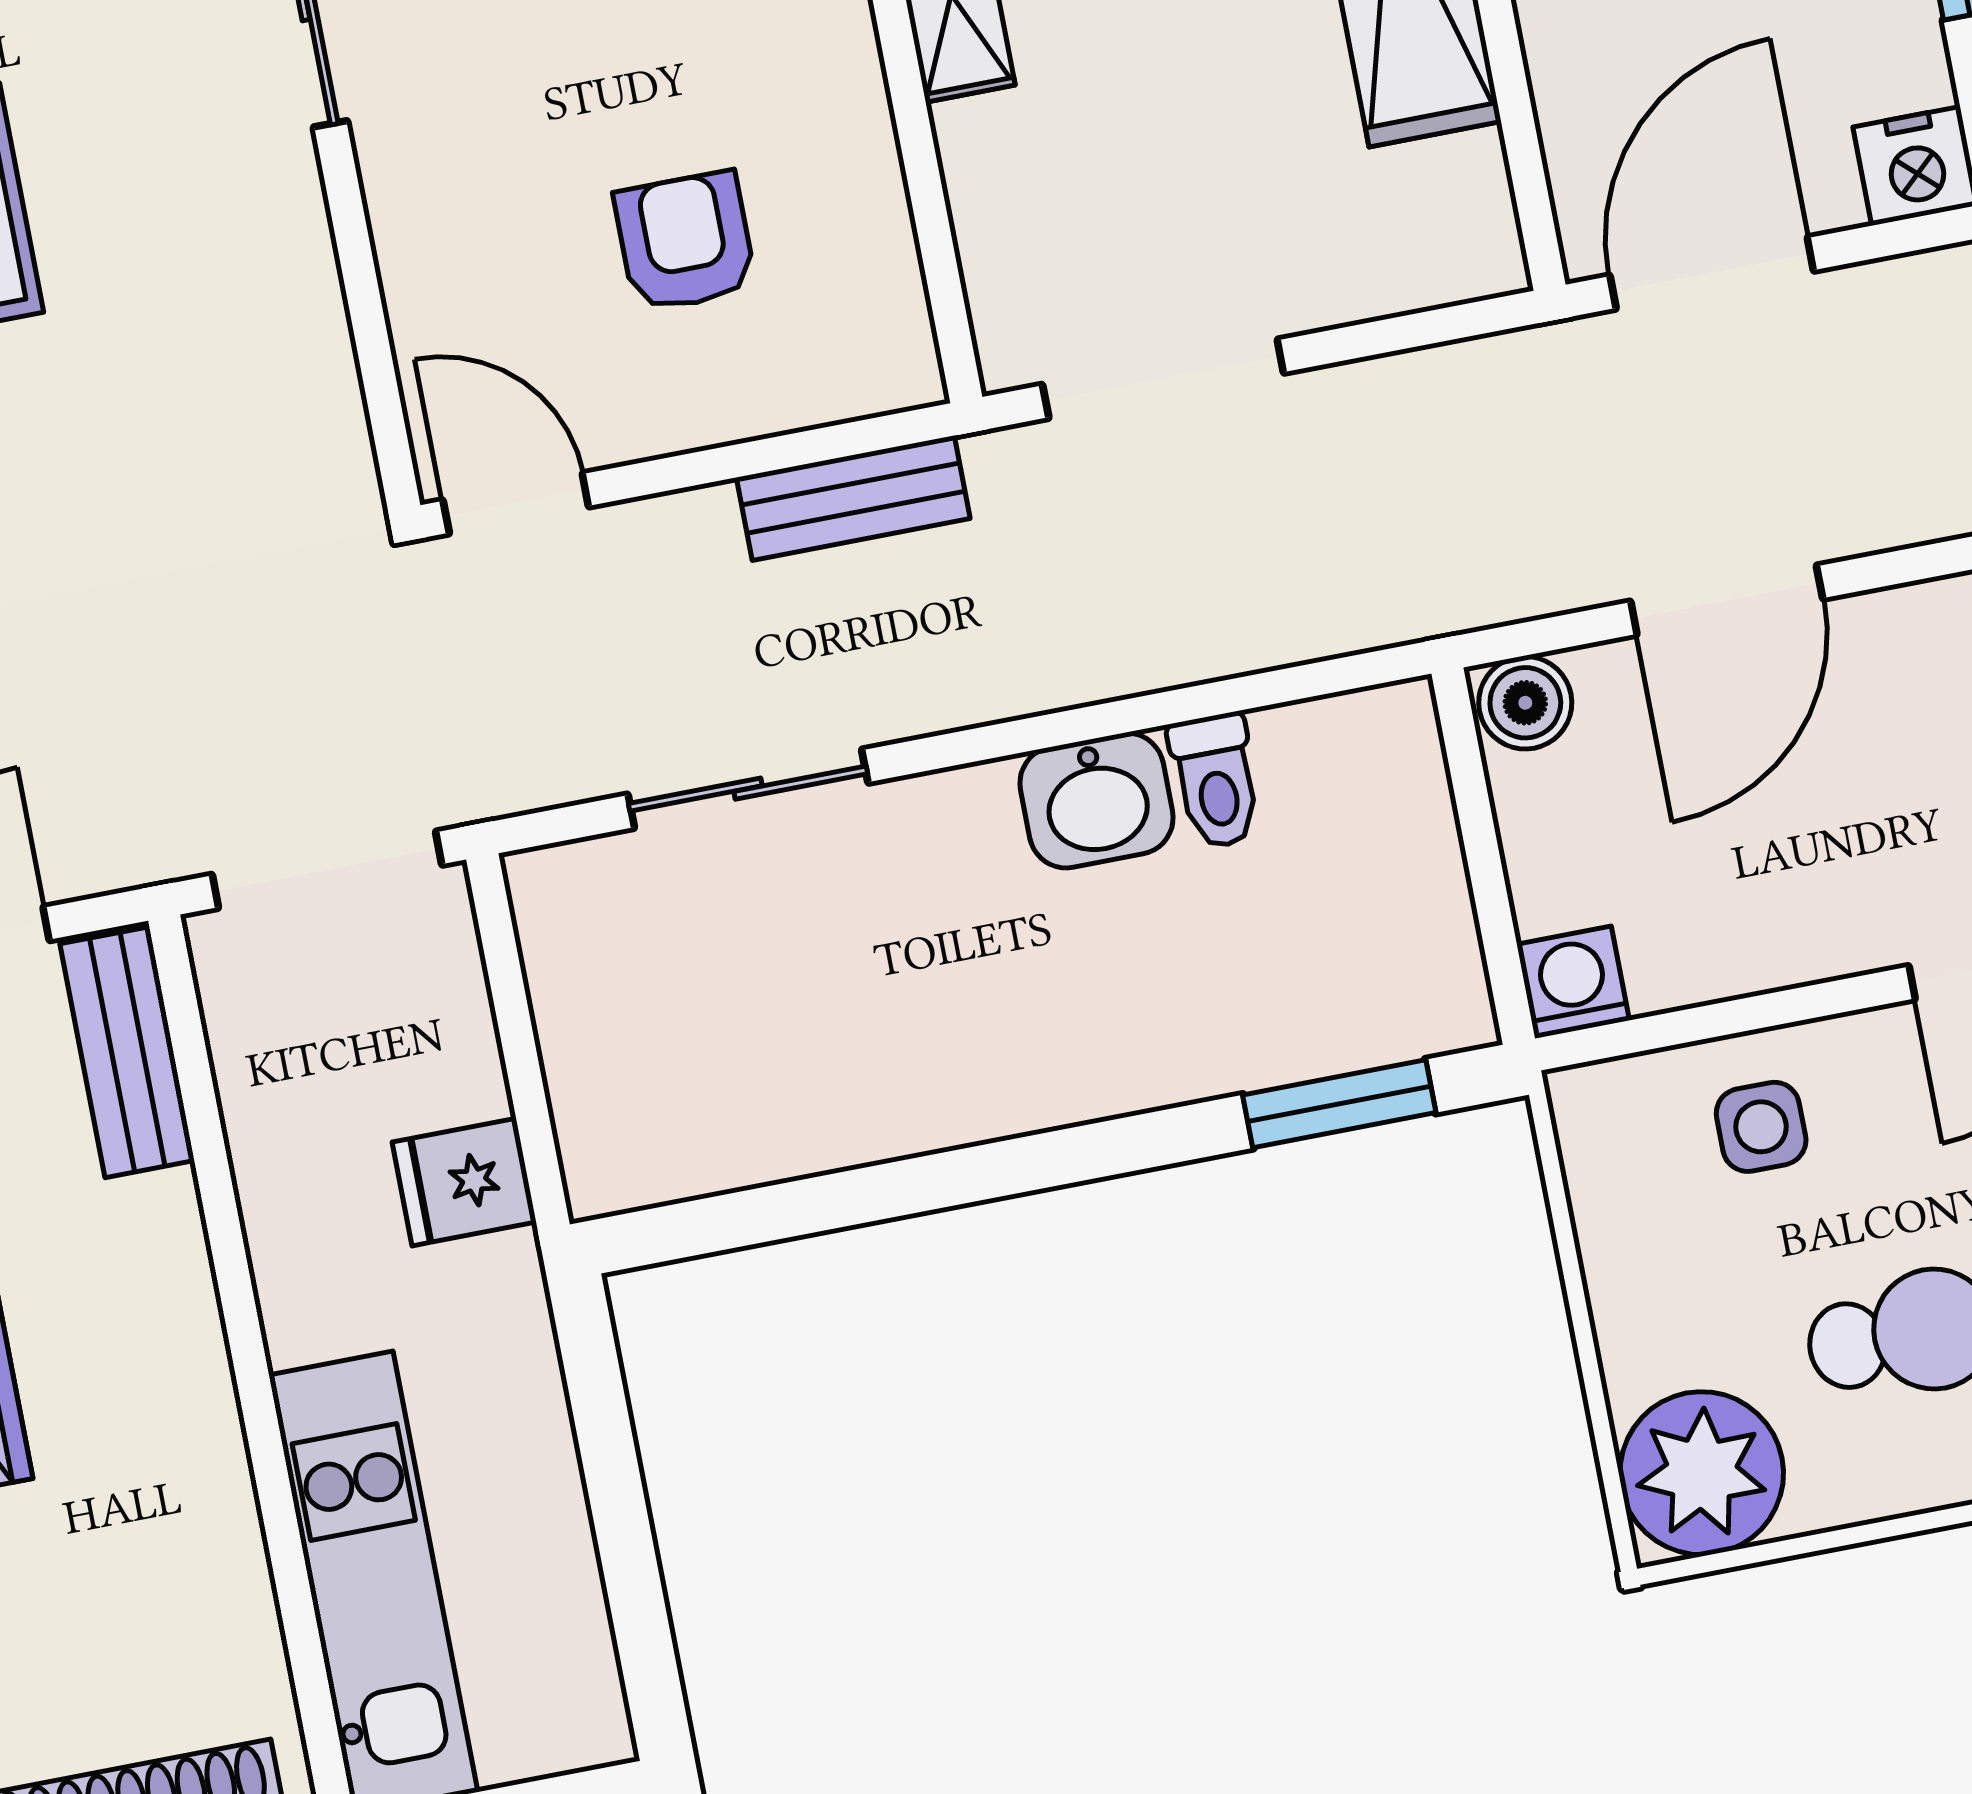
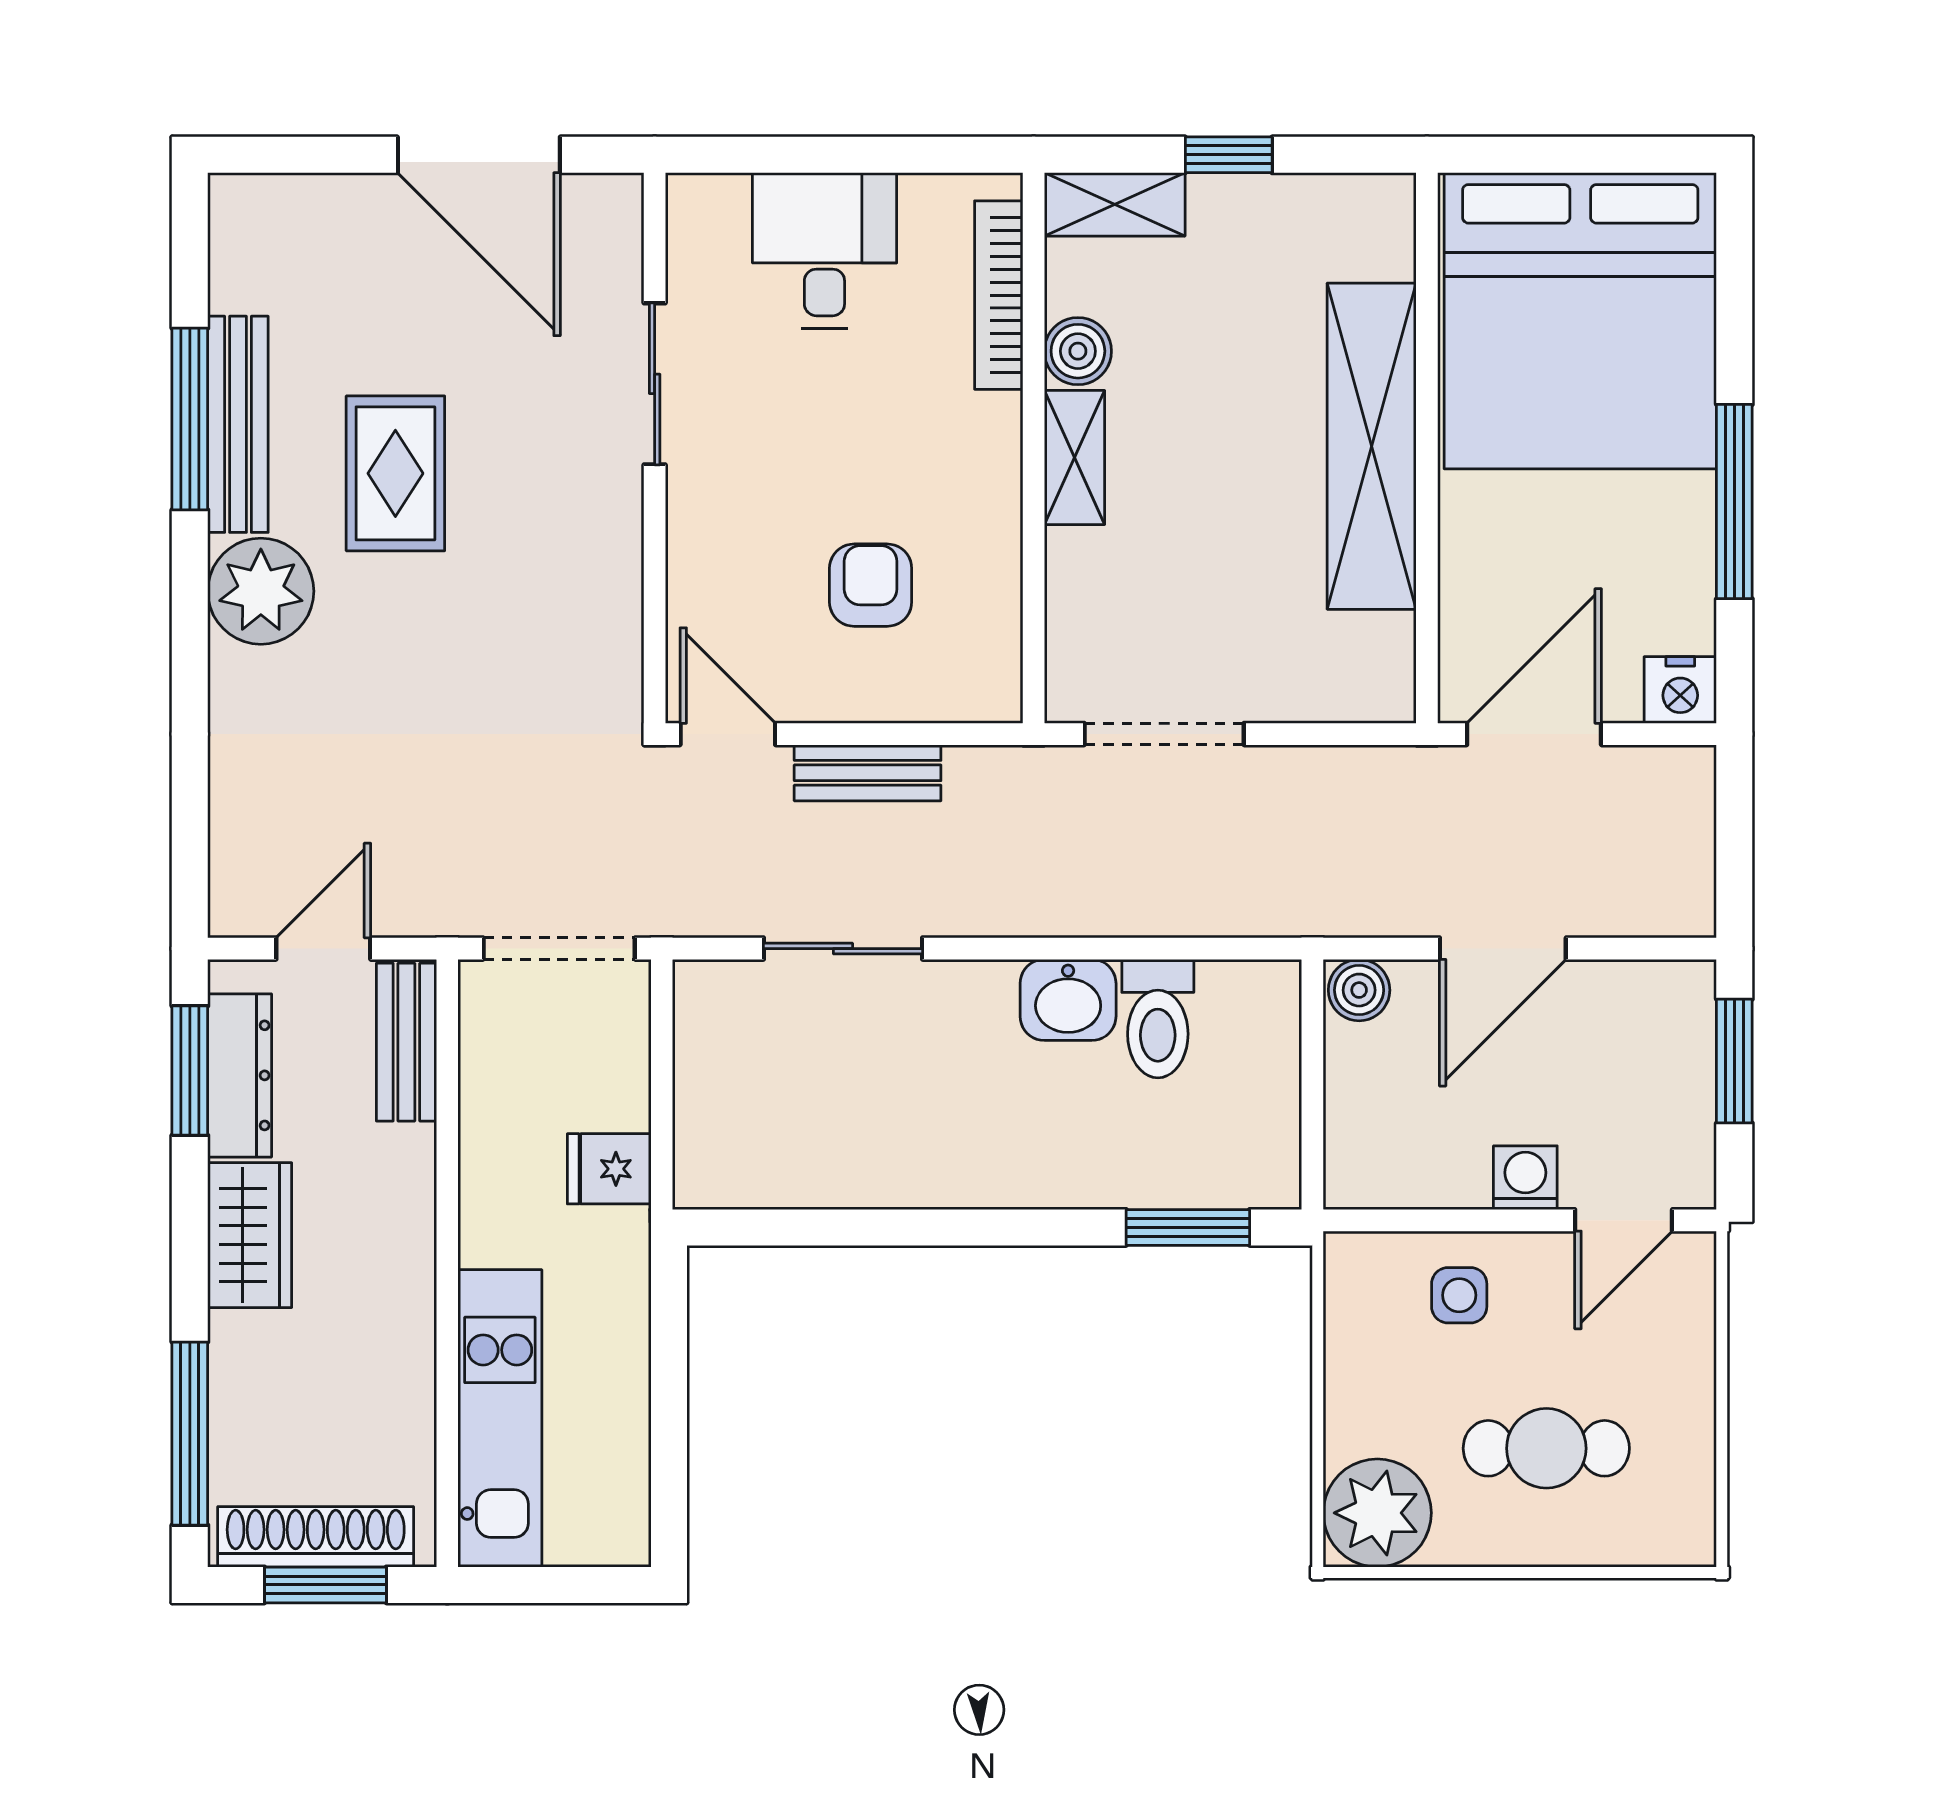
bench: (853, 498) -> (868, 773), moved
toilet: (1216, 781) -> (1158, 1019), width x1.37, depth x1.39
washing machine: (1573, 982) -> (1525, 1178), moved

